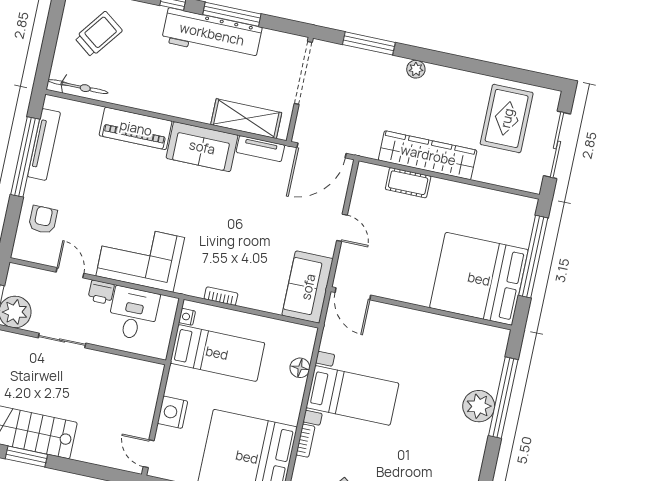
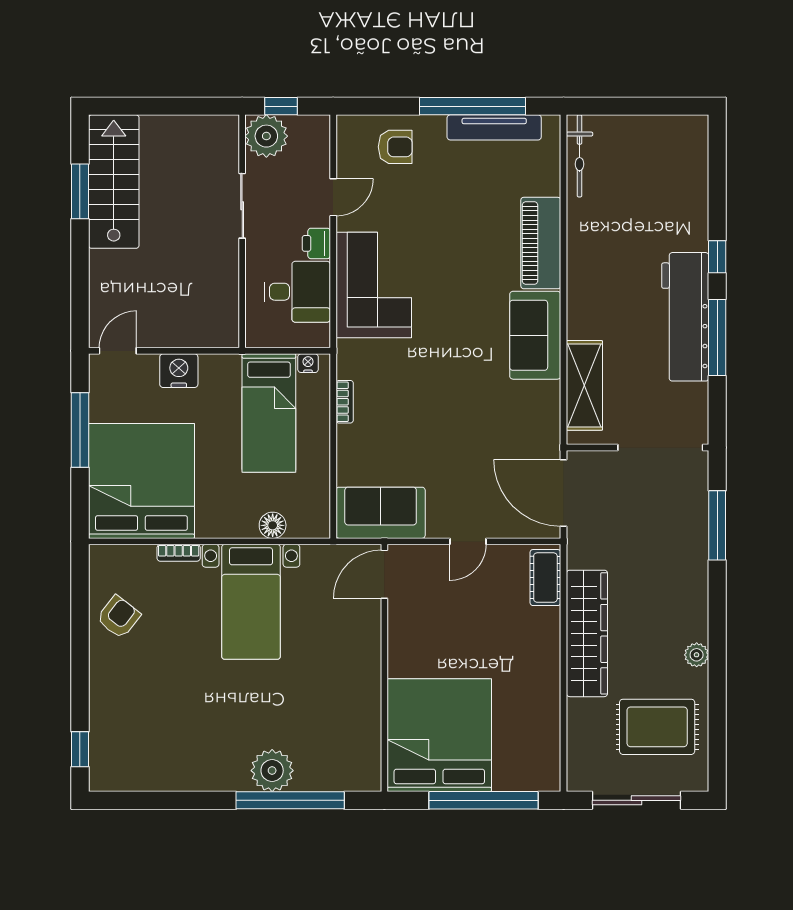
trolley: (98, 34) -> (654, 168), removed
plant: (416, 69) -> (697, 655), moved
tv unit: (260, 149) -> (549, 412), removed
cot: (408, 183) -> (545, 578), moved

